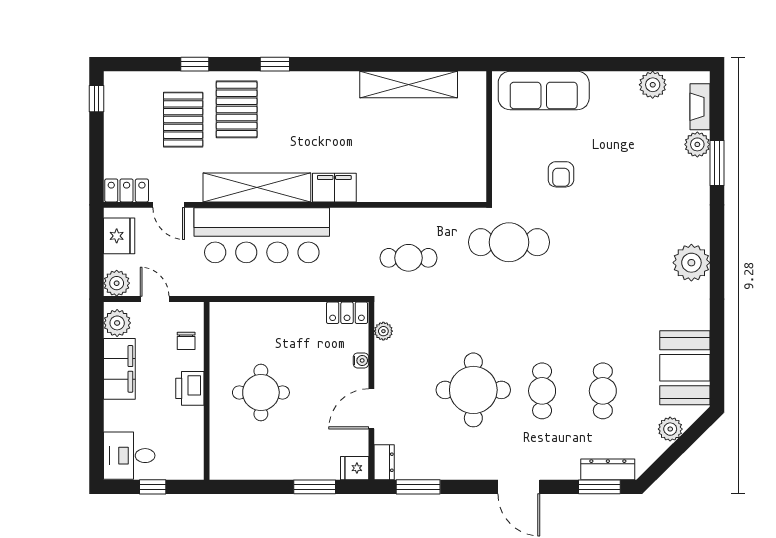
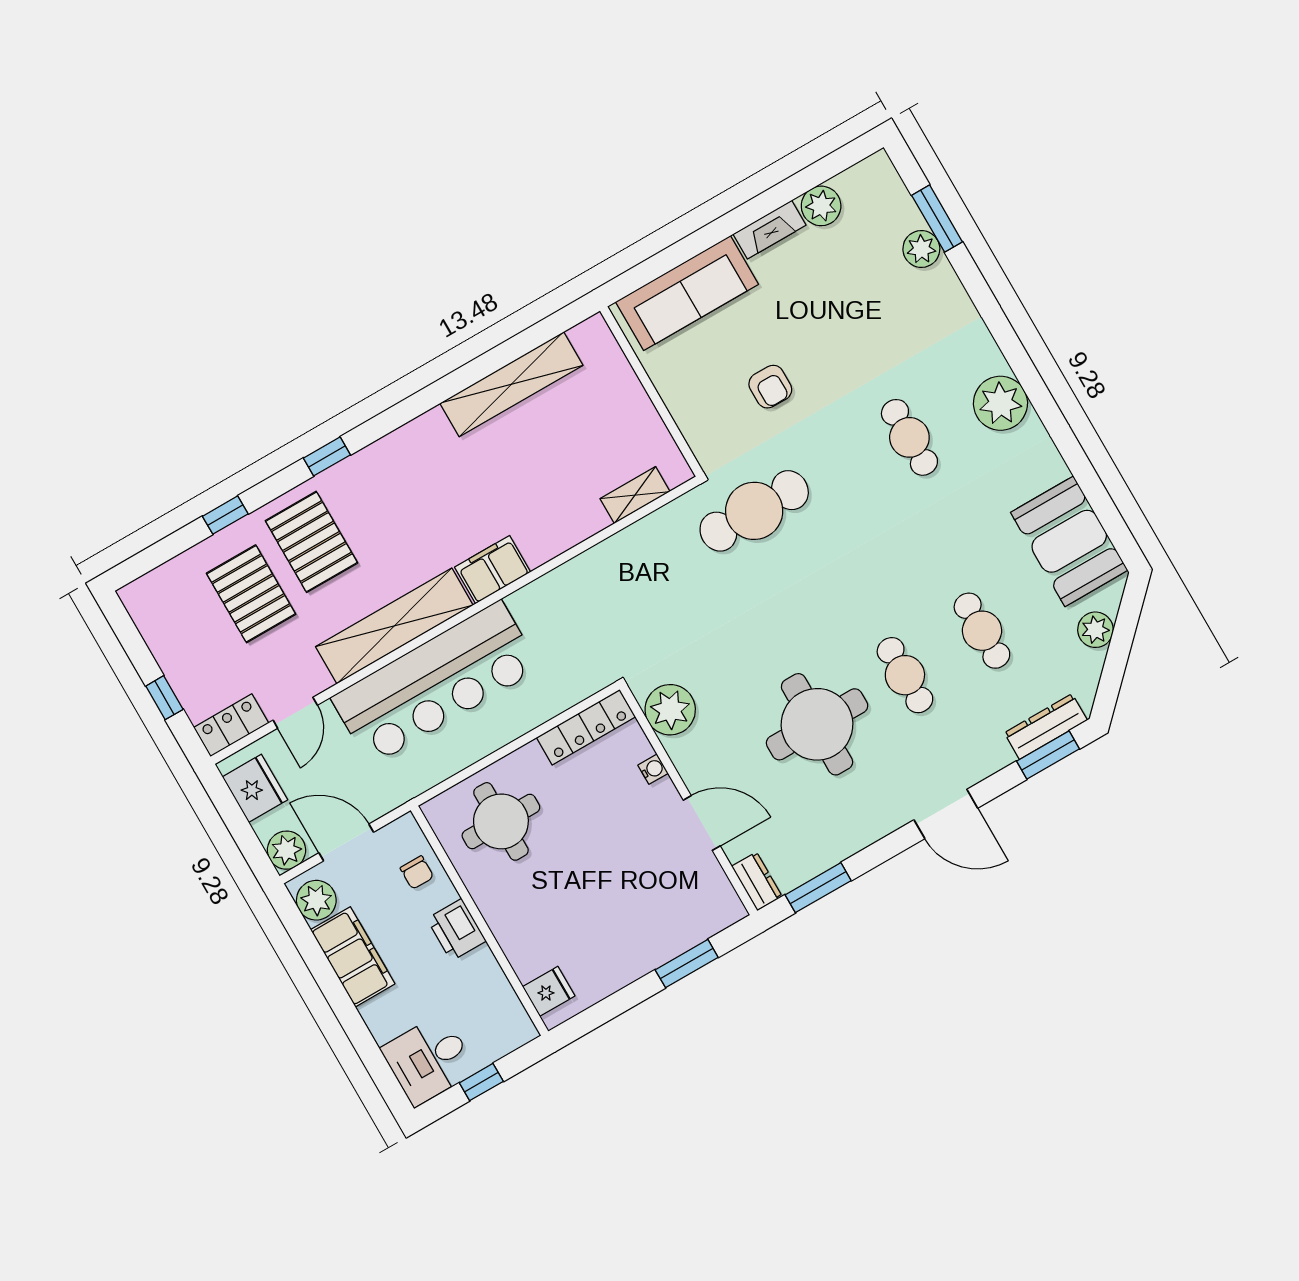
window: (97, 99) -> (164, 698), moved
fireplace: (700, 107) -> (769, 230), moved, turned -90
window: (717, 163) -> (937, 219), moved
shelving: (444, 192) -> (635, 495), added
door: (169, 205) -> (295, 713), hinge flipped
cafe table: (409, 258) -> (909, 437), moved, turned 90
door: (155, 299) -> (346, 843), width x1.38
locker: (347, 313) -> (586, 727), width x1.53
plant: (383, 331) -> (670, 710), width x1.87, depth x1.87
round table: (261, 392) -> (501, 821), moved
door: (371, 409) -> (702, 823), swing flipped
fridge: (355, 468) -> (549, 991), moved, turned 180

